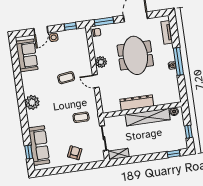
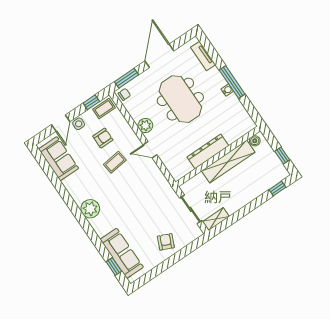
armchair: (66, 56) -> (103, 138), added
coffee table: (81, 117) -> (104, 108), moved

